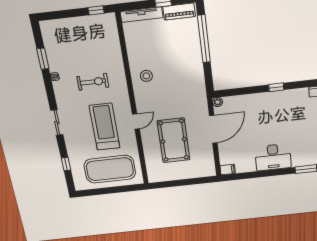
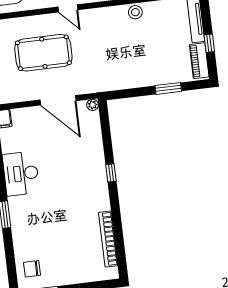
window: (204, 39) -> (168, 88), width x0.47
stool: (146, 76) -> (135, 12), moved

